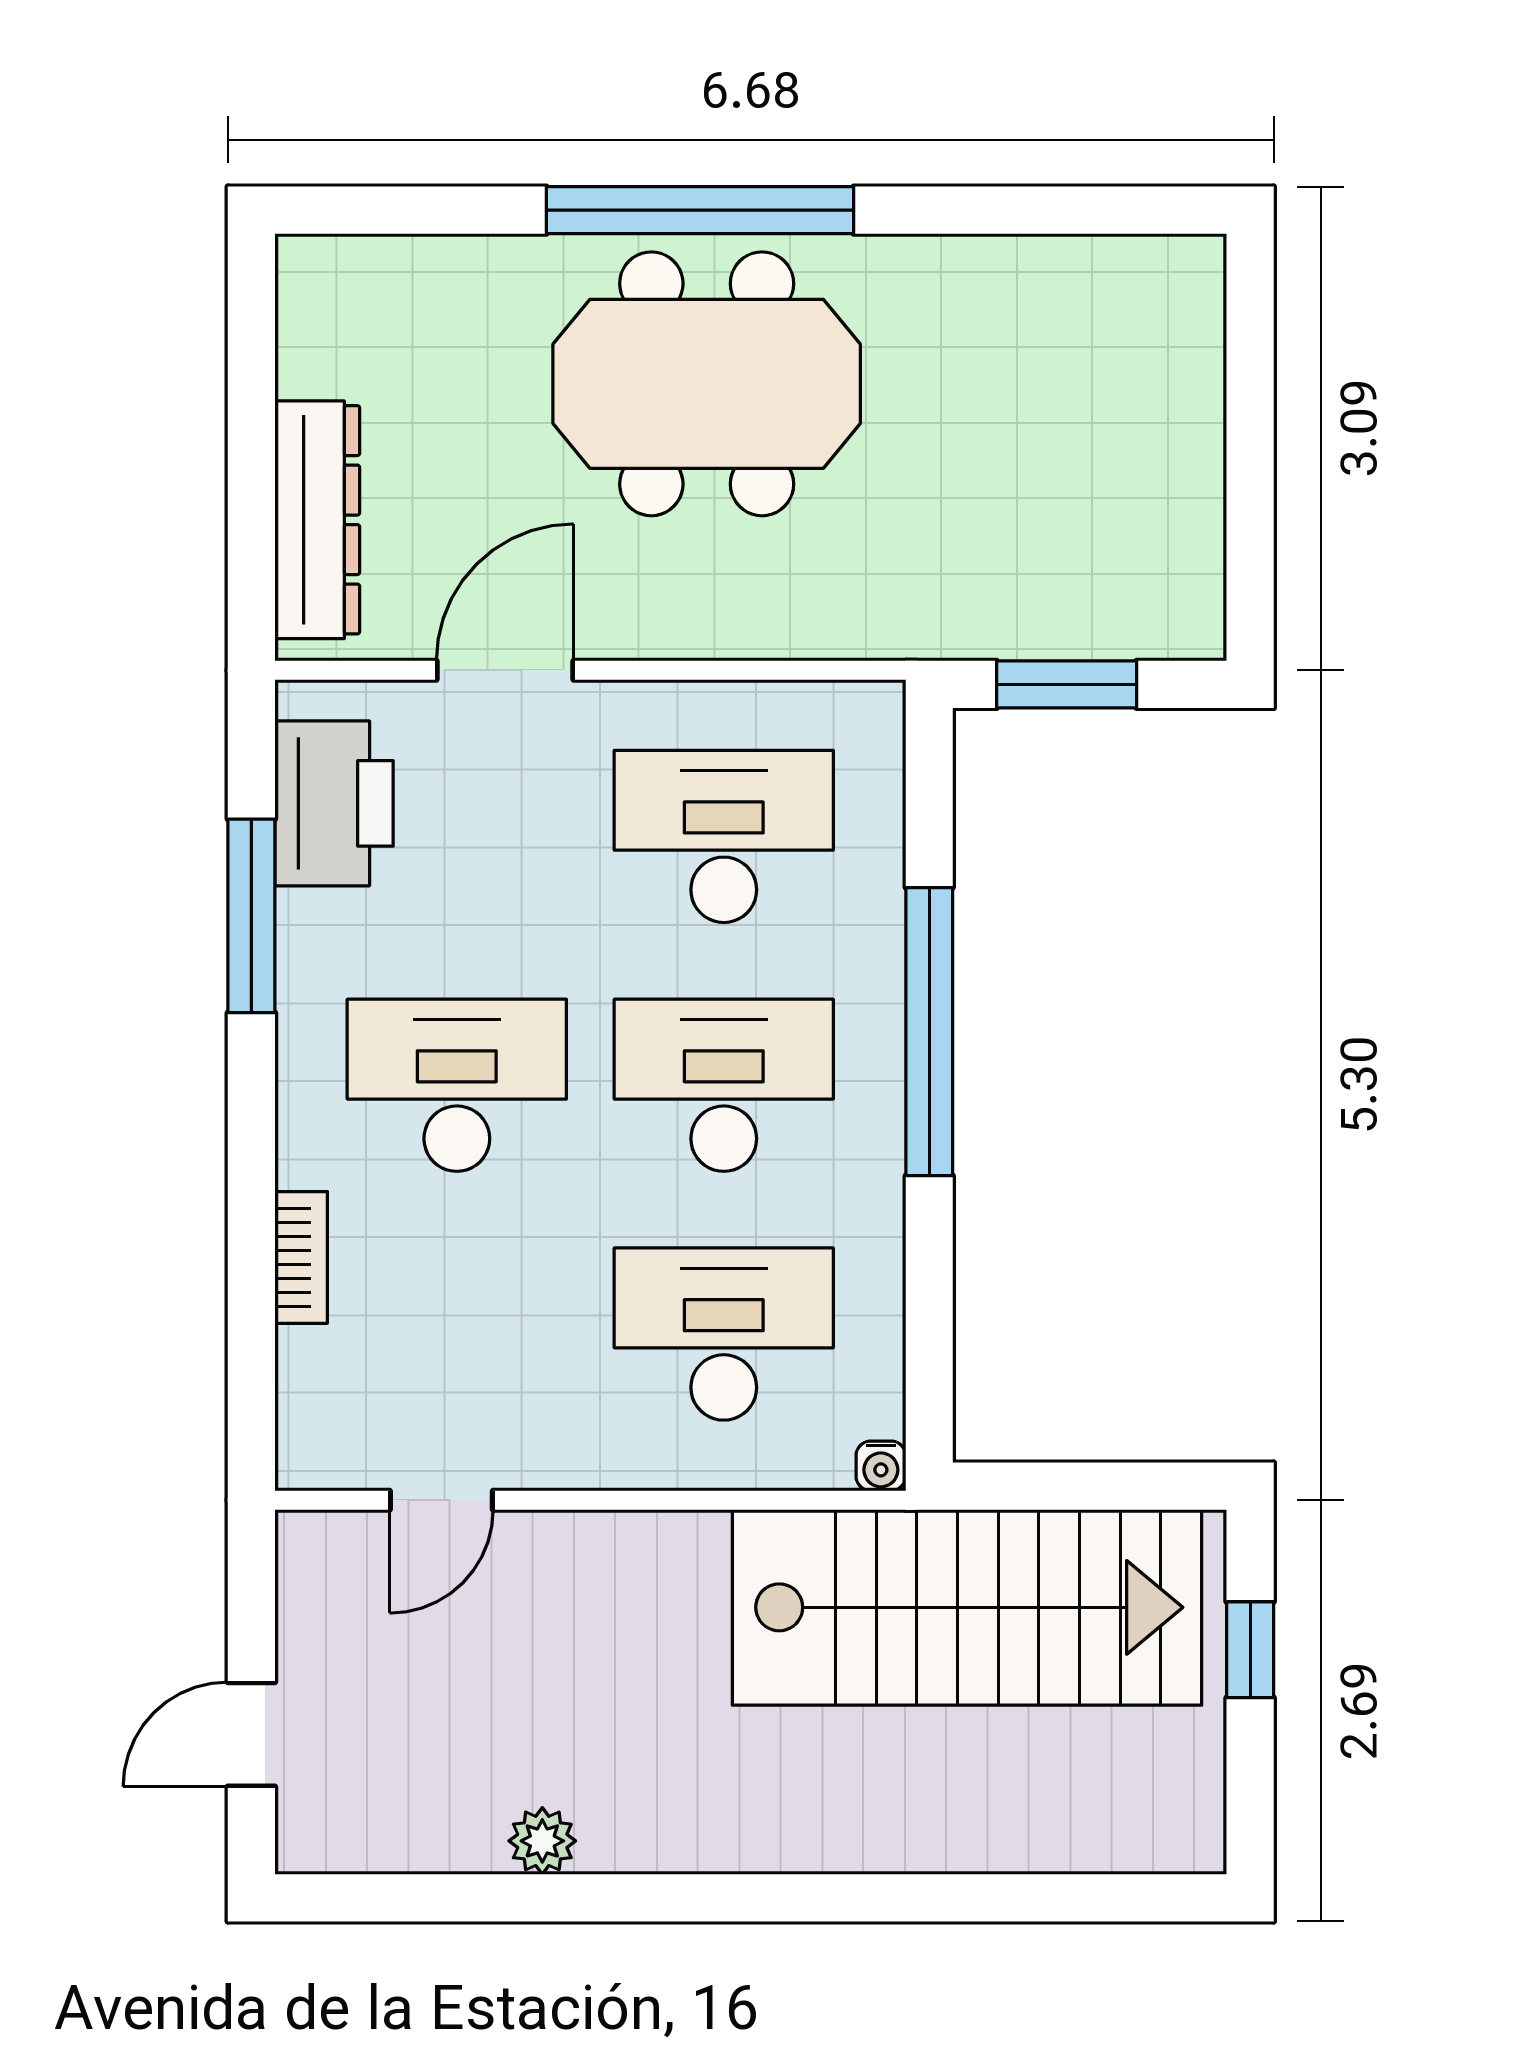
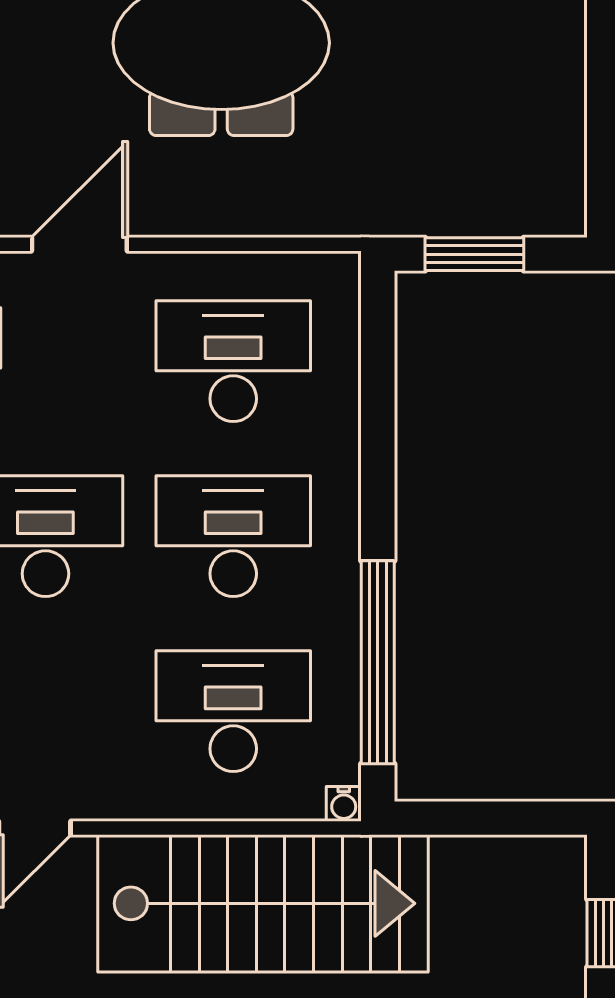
window: (929, 1032) -> (378, 662), moved
stairs: (967, 1607) -> (263, 903), moved

